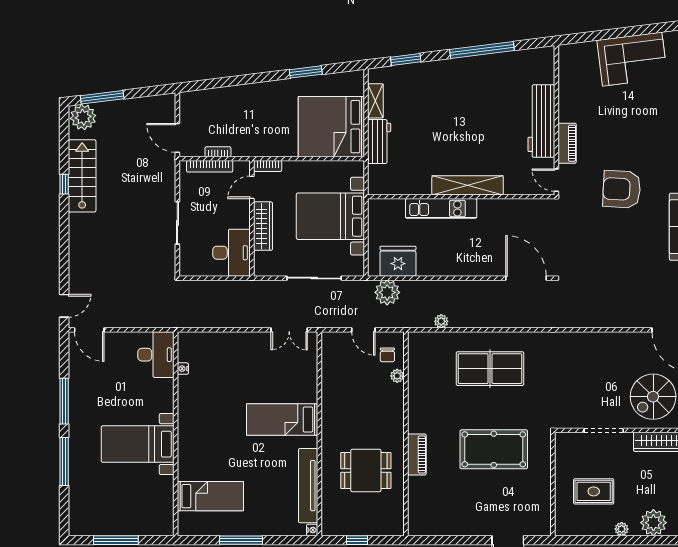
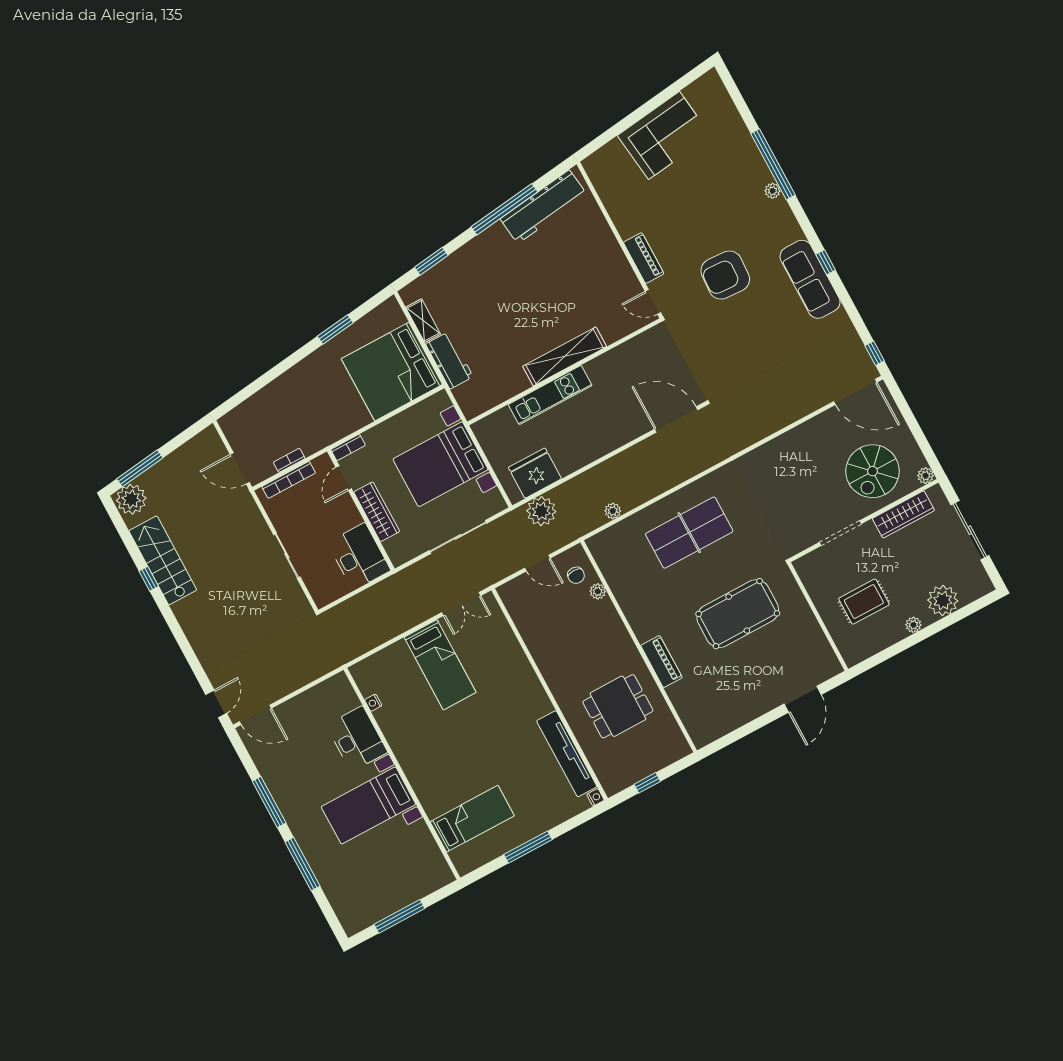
workbench: (541, 121) -> (544, 207), moved, turned -97
desk: (156, 355) -> (357, 739), moved
bed: (282, 420) -> (440, 665), moved, turned -90

